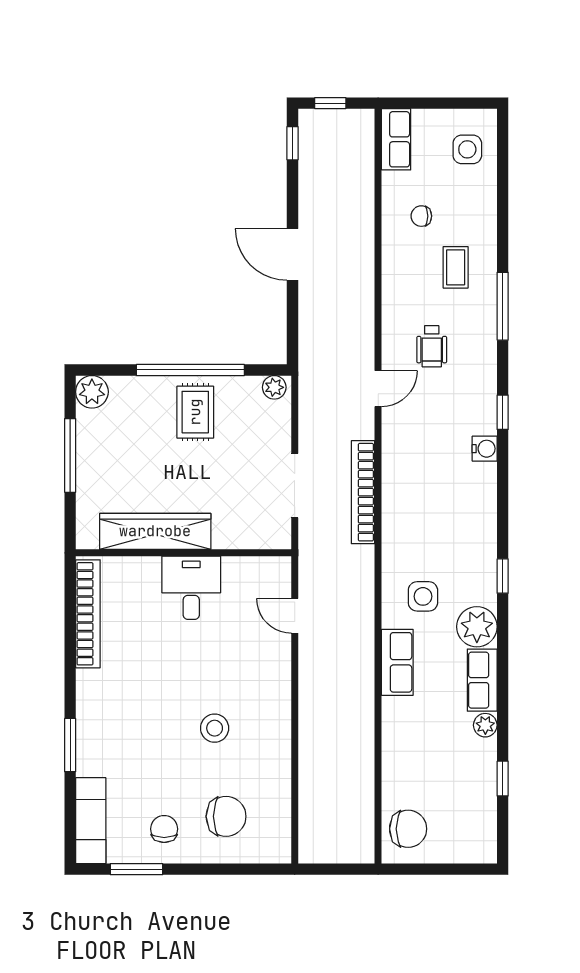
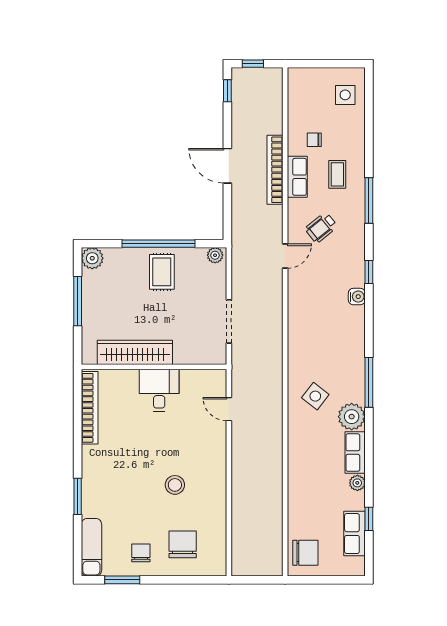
row of seats: (396, 139) -> (297, 177), moved
wheelchair: (432, 346) -> (321, 228), turned 51
bookcase: (363, 492) -> (275, 170), moved
window: (503, 576) -> (369, 382), width x2.17
side table: (423, 596) -> (315, 396), turned 38
row of seats: (397, 662) -> (355, 534), moved, turned 180
chair: (226, 816) -> (183, 544), turned -90

